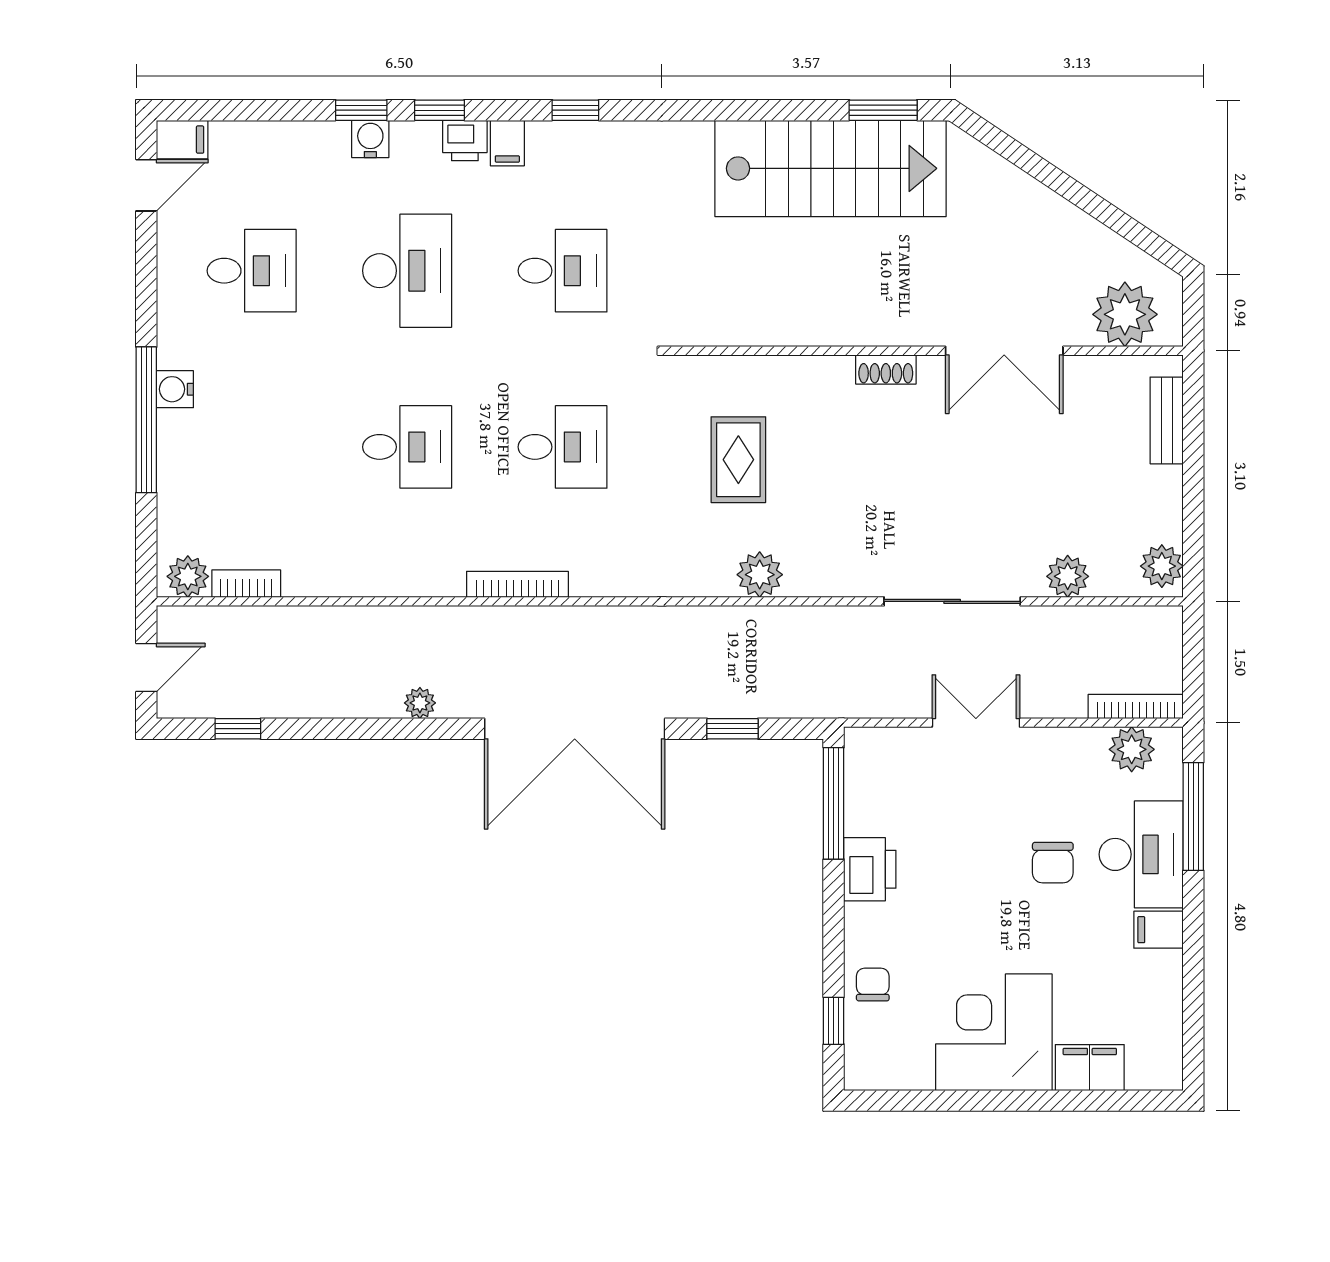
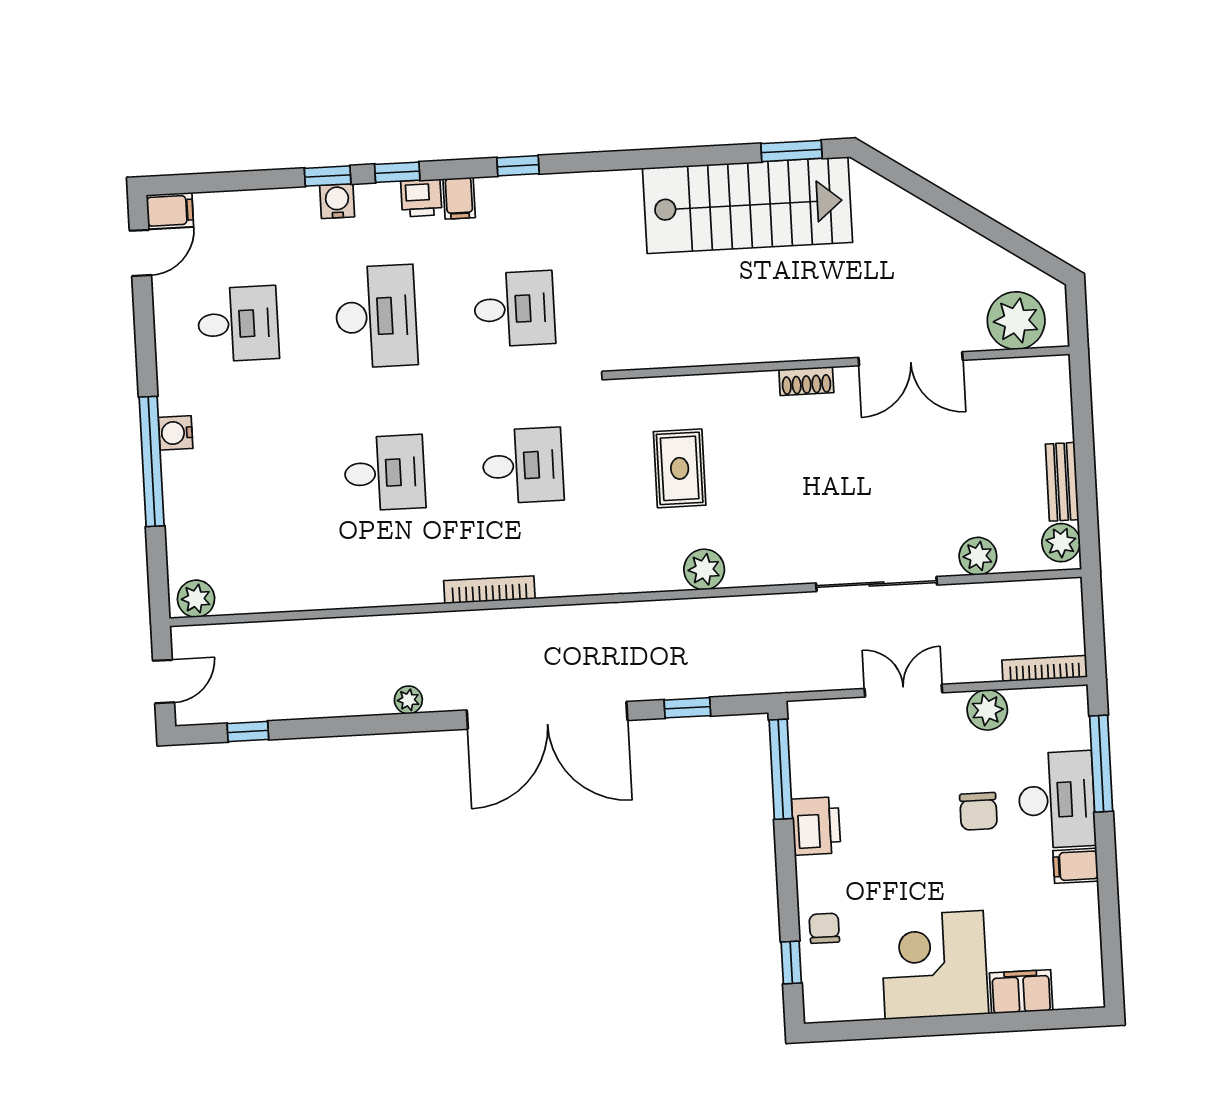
bench: (1167, 420) -> (1062, 482), moved
bookcase: (246, 584) -> (248, 602), removed
plant: (1132, 749) -> (987, 710), moved

